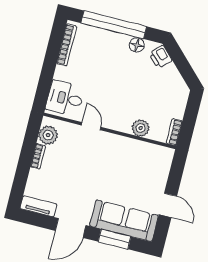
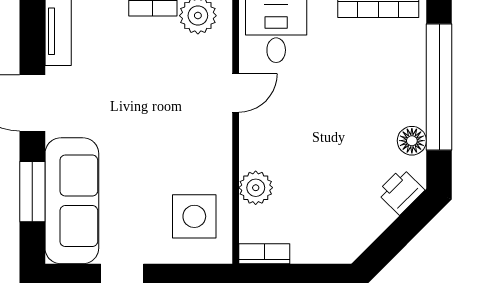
side table: (147, 162) -> (194, 216), added

